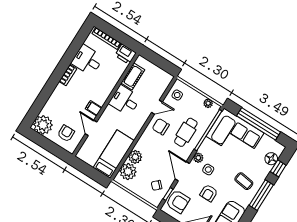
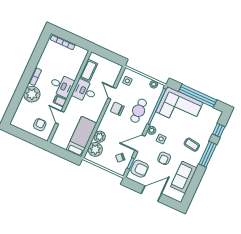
printer: (126, 54) -> (80, 53), removed
desk: (87, 60) -> (62, 85), moved, turned 180
door: (157, 107) -> (112, 93), swing flipped
plant: (43, 125) -> (32, 94), moved
floor lamp: (271, 159) -> (212, 123), removed
door: (182, 171) -> (140, 143), hinge flipped

